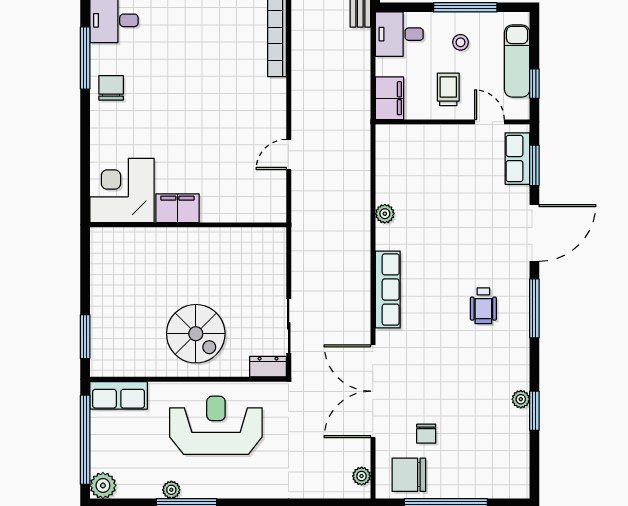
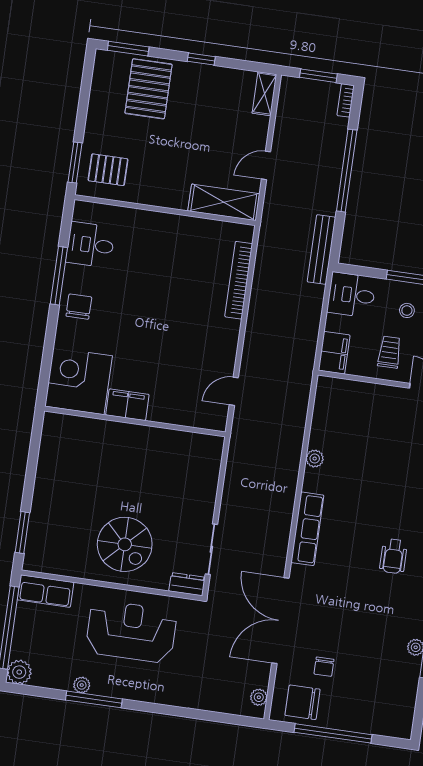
corner desk: (122, 190) -> (78, 381), moved
filing cabinet: (177, 208) -> (127, 405), moved
wall: (188, 225) -> (135, 421), moved

